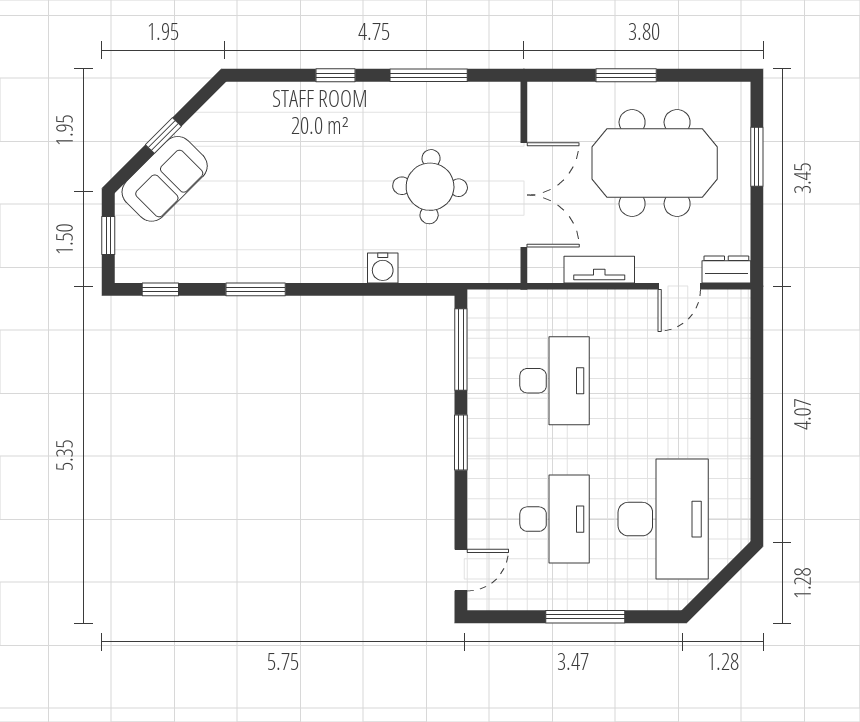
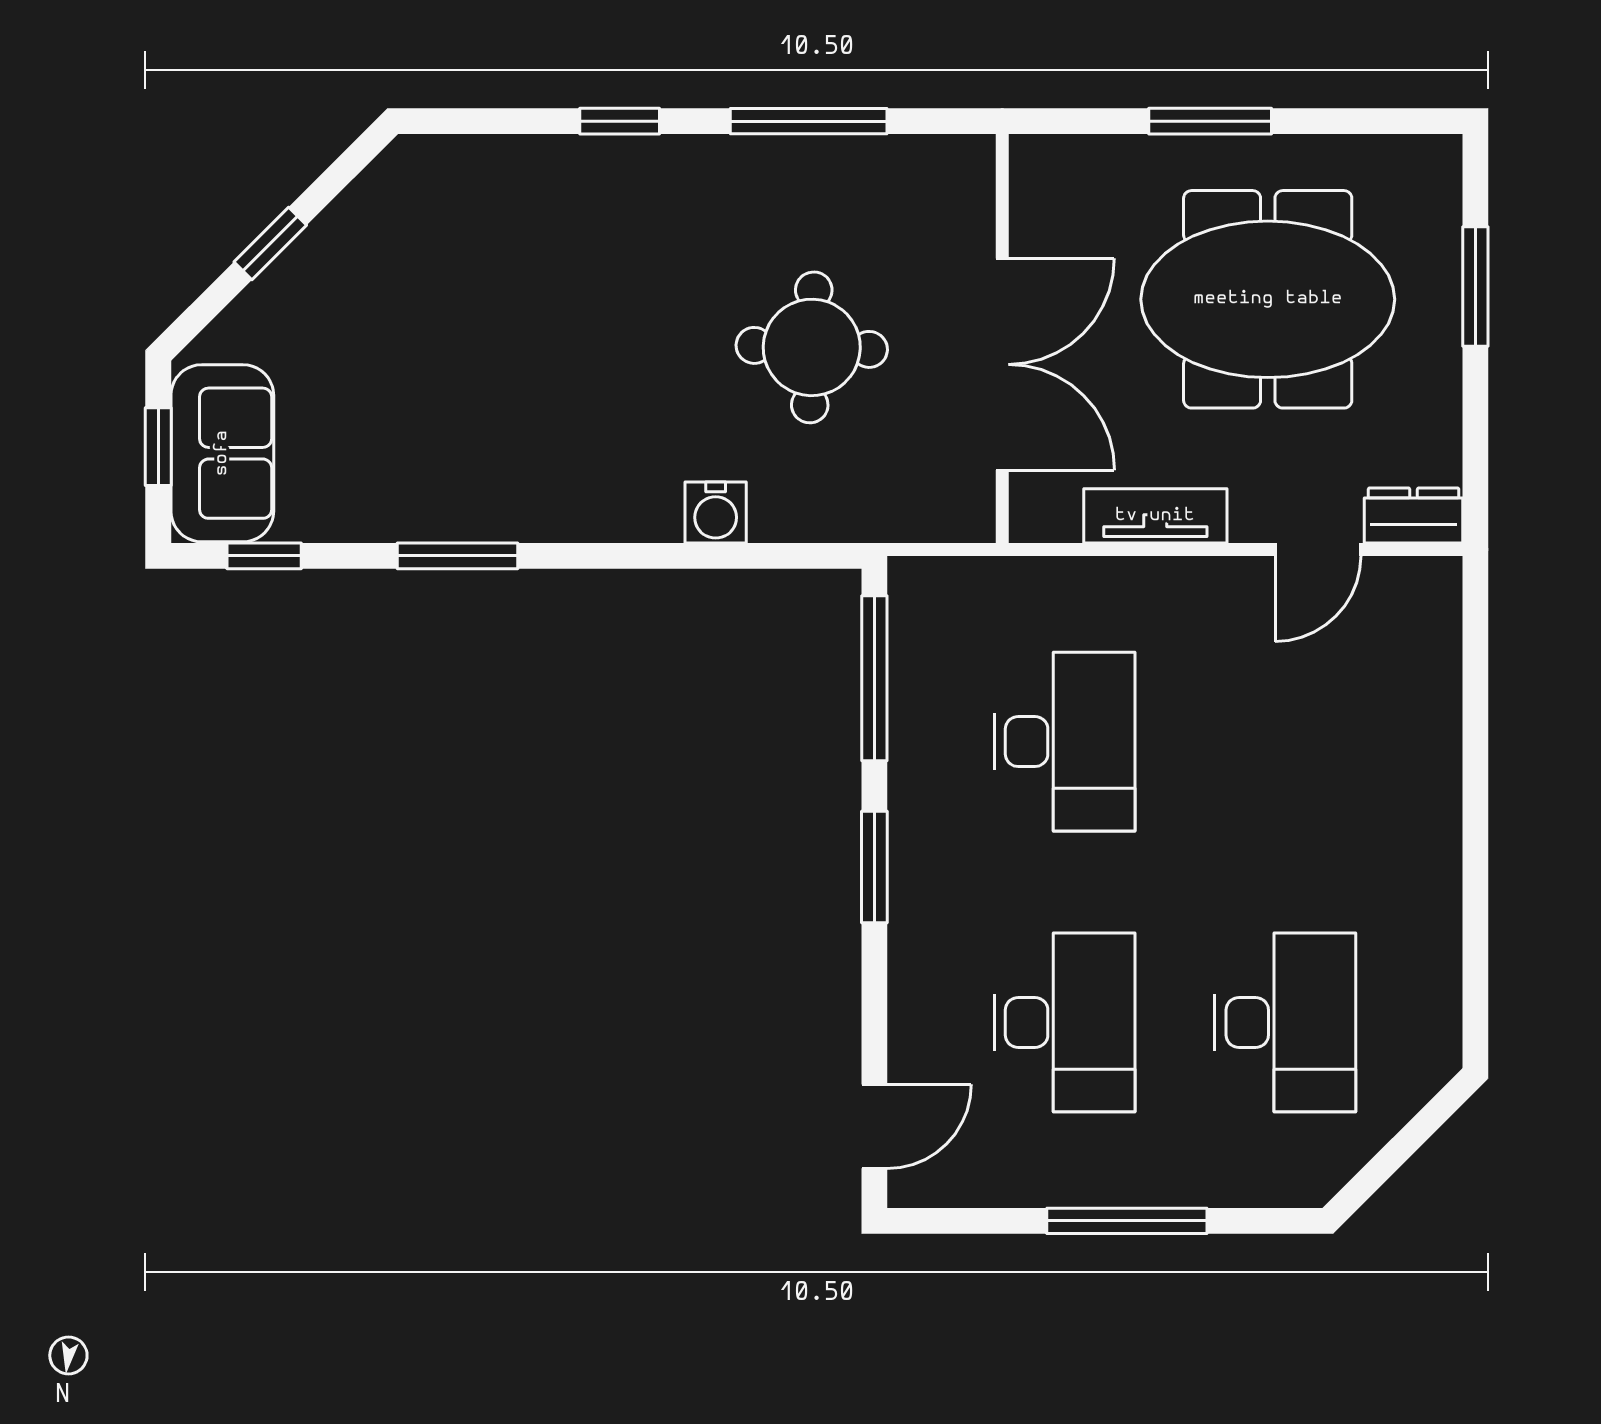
sofa: (165, 179) -> (222, 453), moved, turned -45
desk: (663, 519) -> (1285, 1022), width x0.73, depth x0.77

